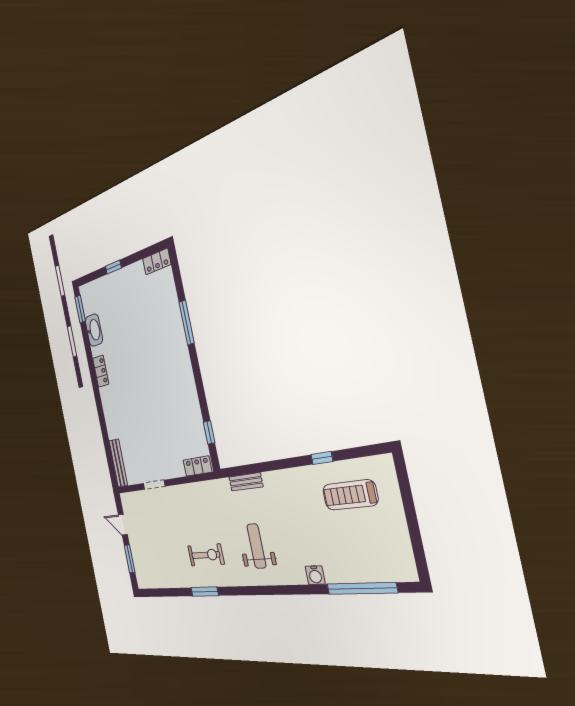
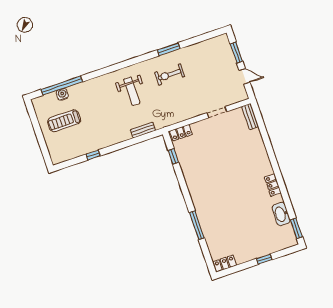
bench: (118, 463) -> (250, 117), width x0.73
treadmill: (350, 495) -> (64, 121), moved, turned 180
water cooler: (315, 575) -> (62, 94), moved

